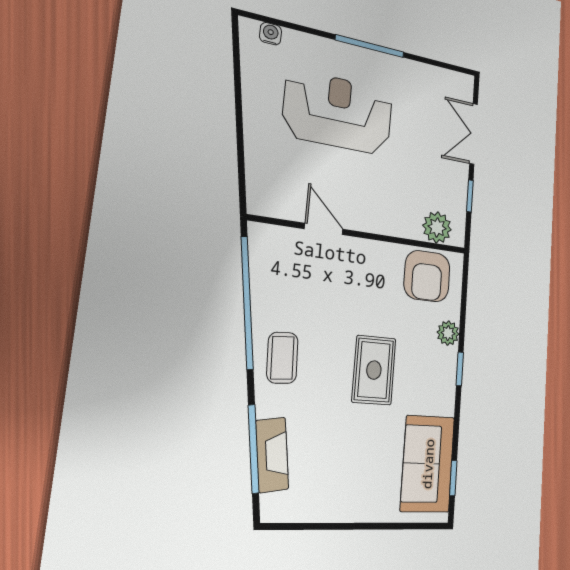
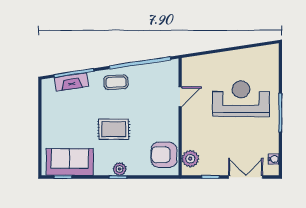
water cooler: (271, 34) -> (274, 159), moved
reception desk: (338, 112) -> (241, 99), turned -90
plant: (448, 333) -> (120, 169), moved

